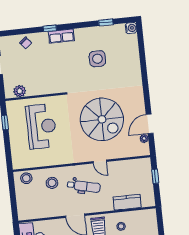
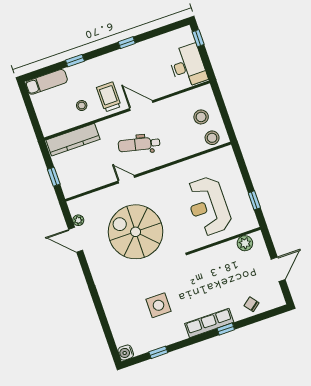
row of seats: (61, 36) -> (209, 323), width x1.48
door: (150, 124) -> (76, 240), swing flipped
stool: (52, 183) -> (201, 117), moved
kitchen counter: (127, 202) -> (73, 140), width x1.50

